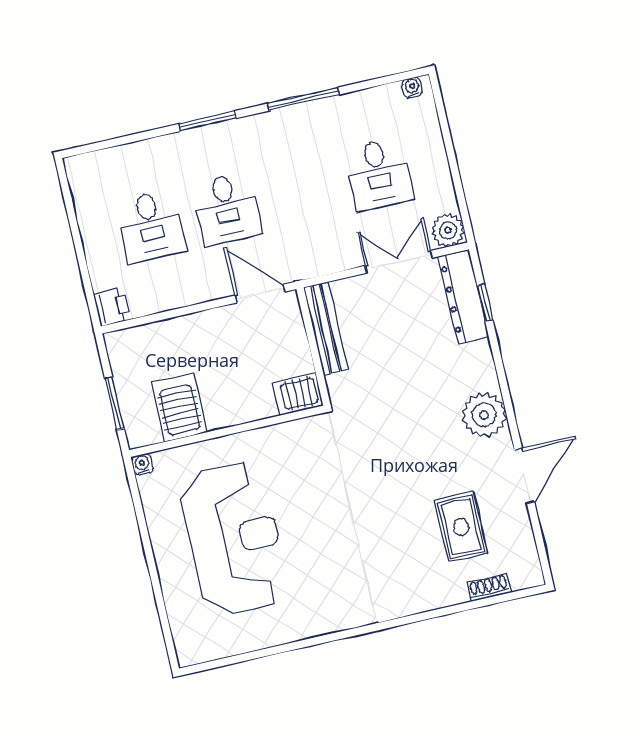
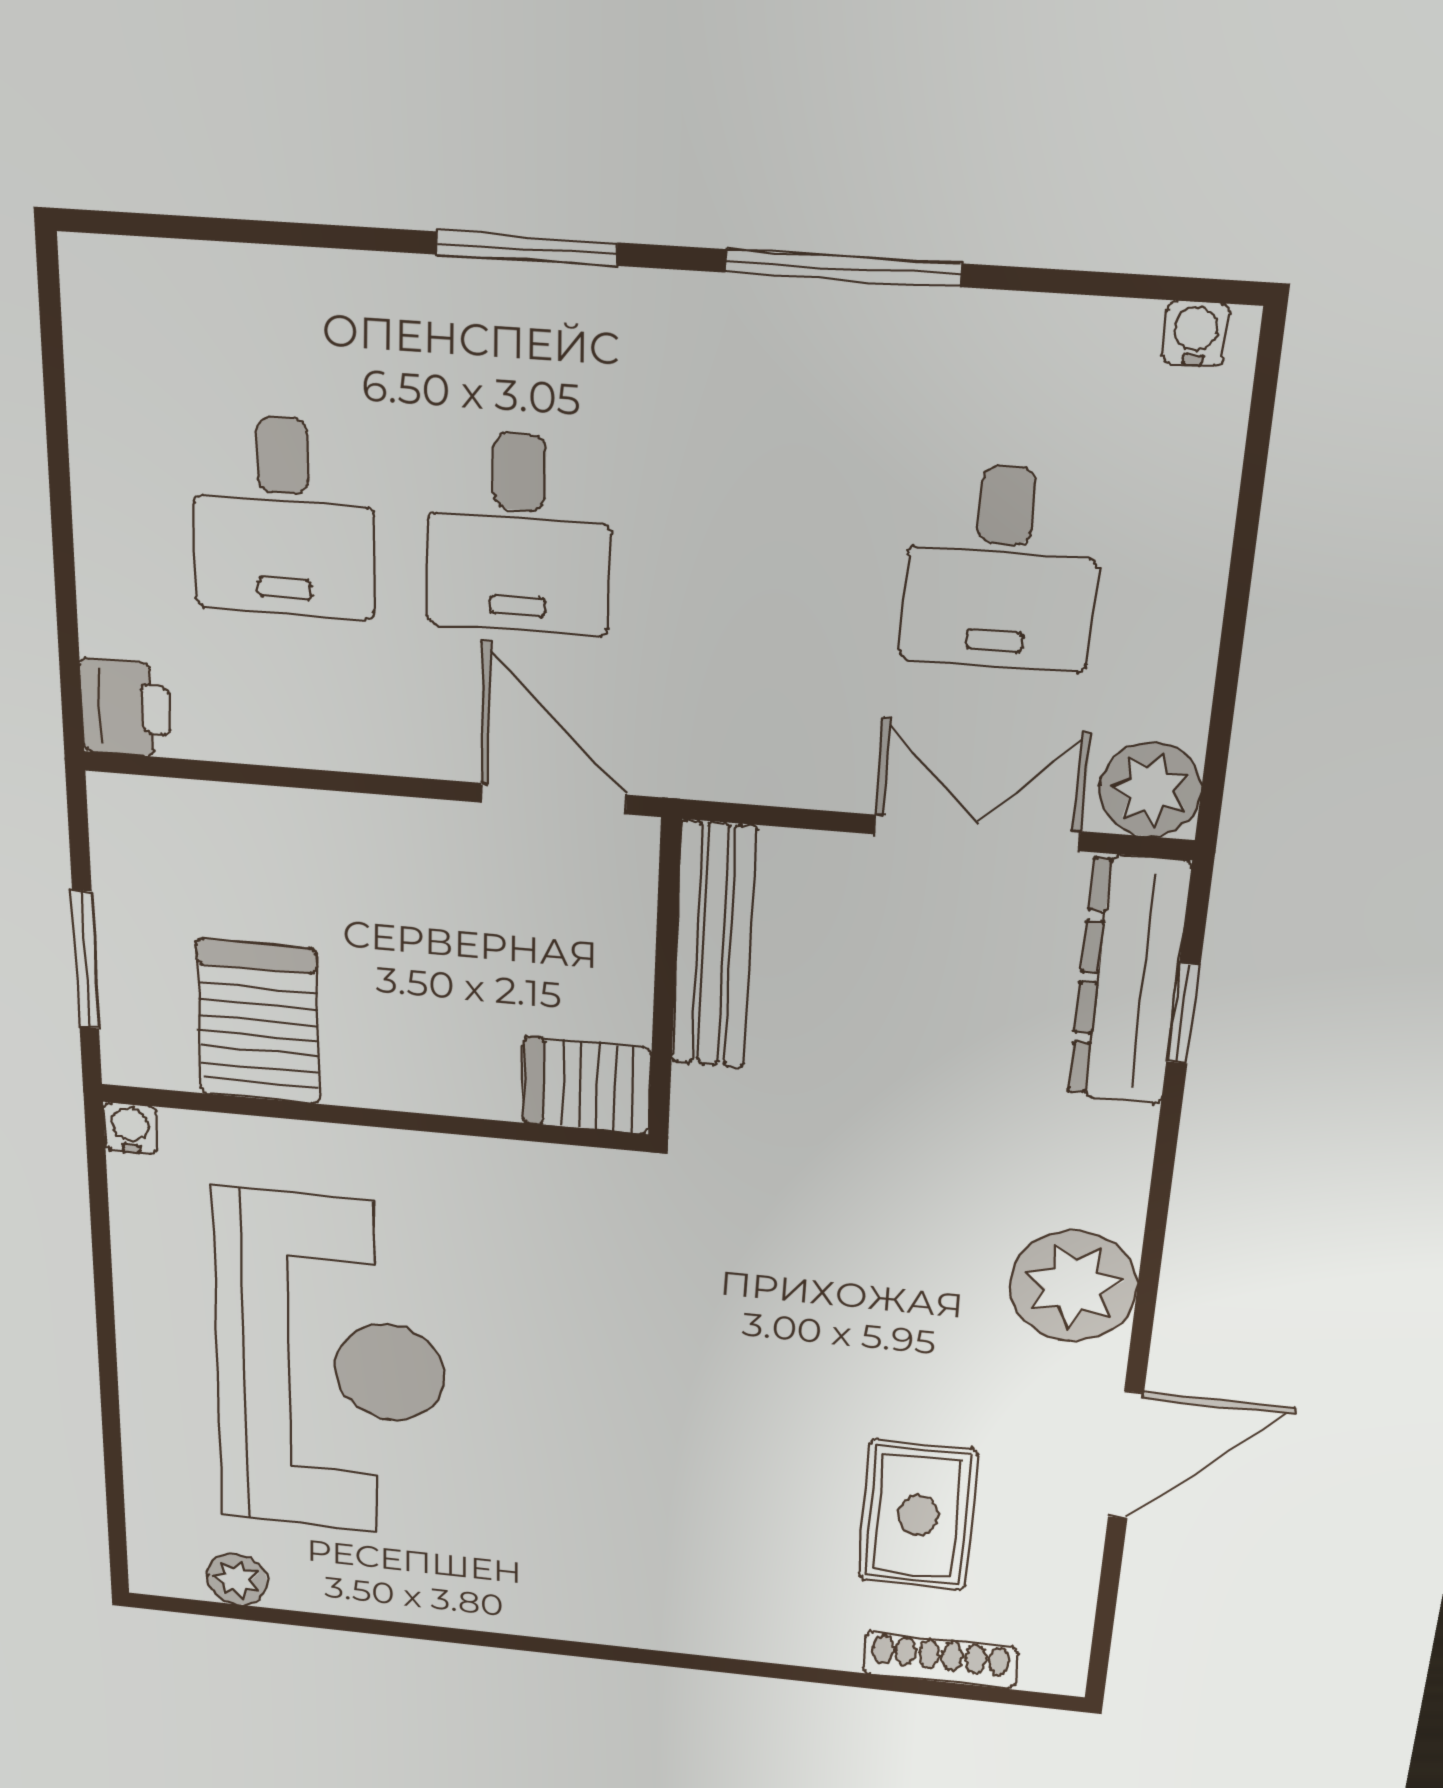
shoe rack: (489, 588) -> (940, 1661), width x1.43
plant: (219, 647) -> (237, 1579), added

